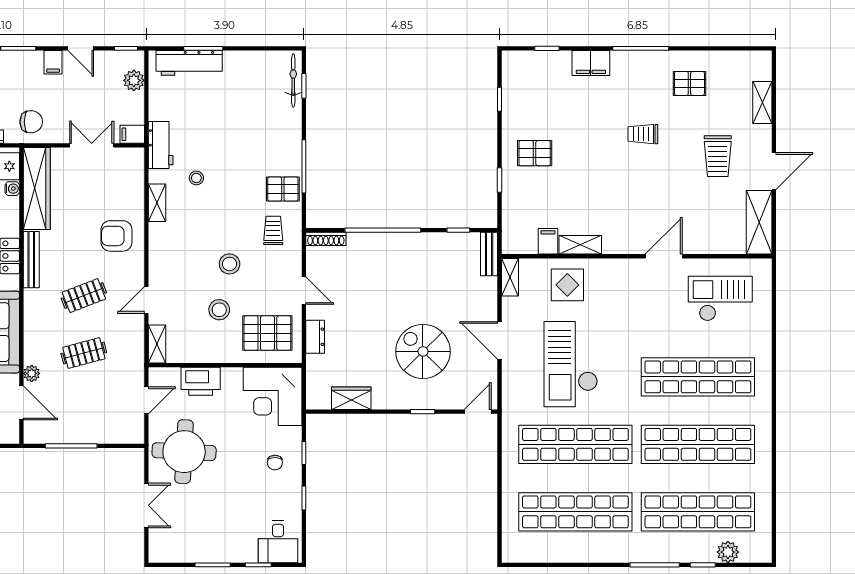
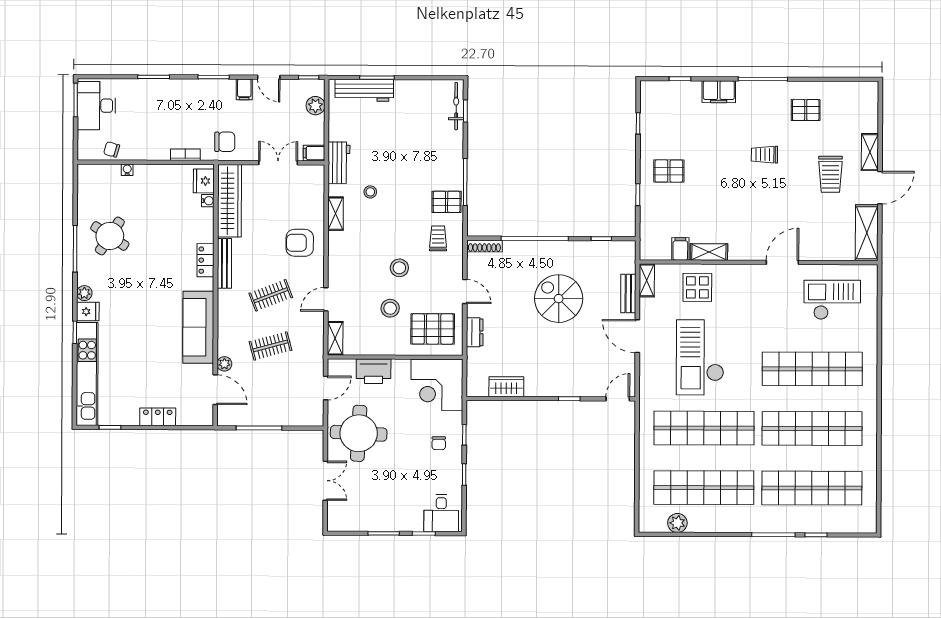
shelving: (762, 103) -> (870, 152), moved
bench: (489, 254) -> (628, 294), moved
spiral stairs: (423, 351) -> (559, 299), moved
plant: (728, 552) -> (677, 523), moved

